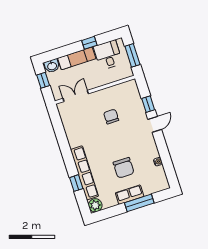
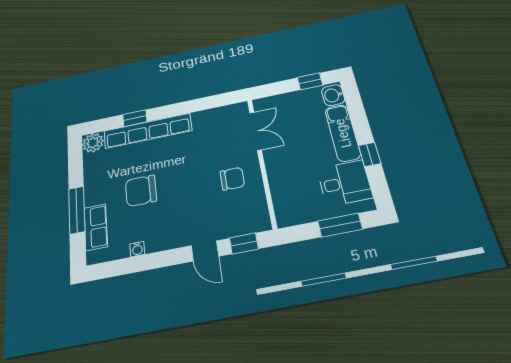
wall: (95, 90) -> (262, 161), moved
double door: (76, 96) -> (256, 131), moved
row of seats: (130, 195) -> (96, 227), moved

